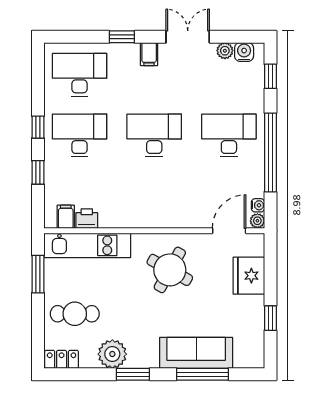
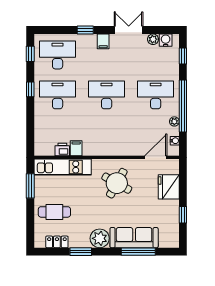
window: (38, 172) -> (30, 54), moved
filing cabinet: (66, 217) -> (76, 148), moved
plant: (257, 221) -> (174, 121), moved
plant: (112, 354) -> (100, 238), moved
locker: (62, 359) -> (57, 242), moved
window: (133, 374) -> (81, 252), moved

